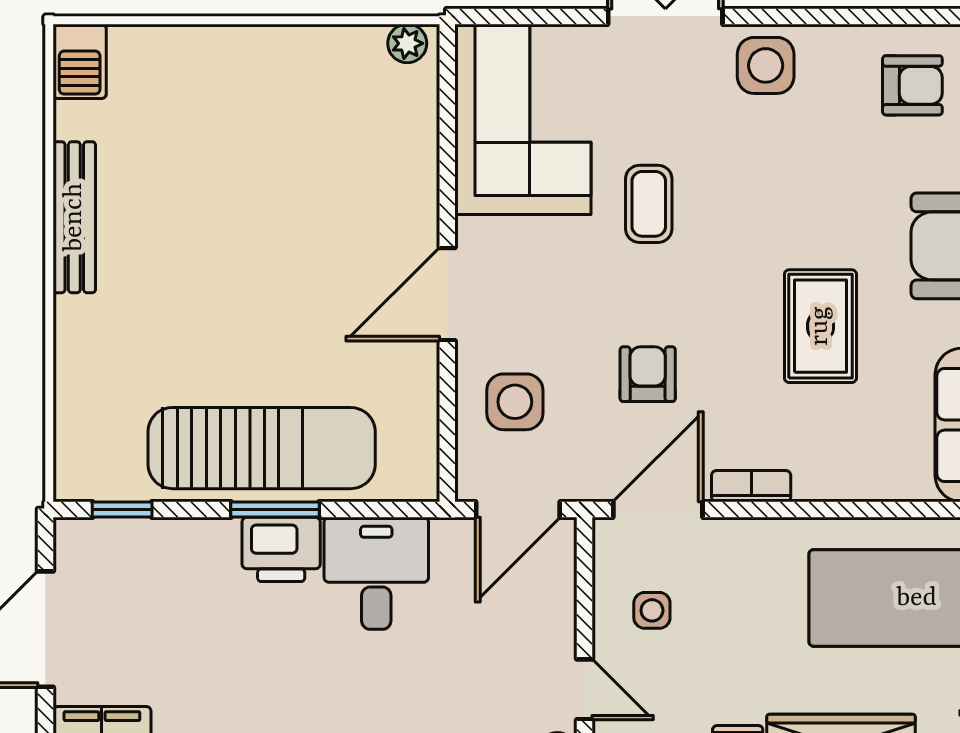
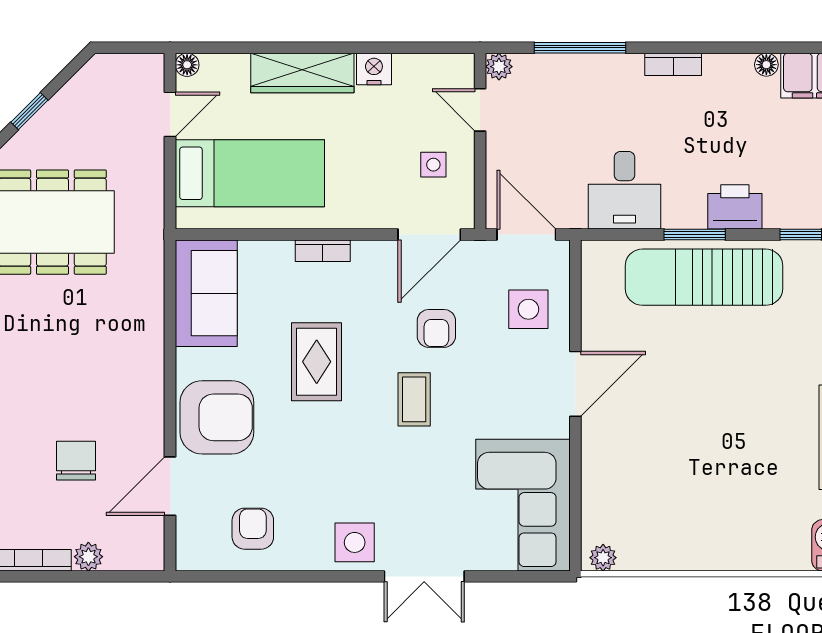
armchair: (912, 85) -> (253, 529), turned 90
coffee table: (649, 204) -> (414, 399), moved
bookcase: (751, 486) -> (323, 251), moved
door: (518, 510) -> (526, 235), hinge flipped
printer: (281, 549) -> (735, 207), moved

